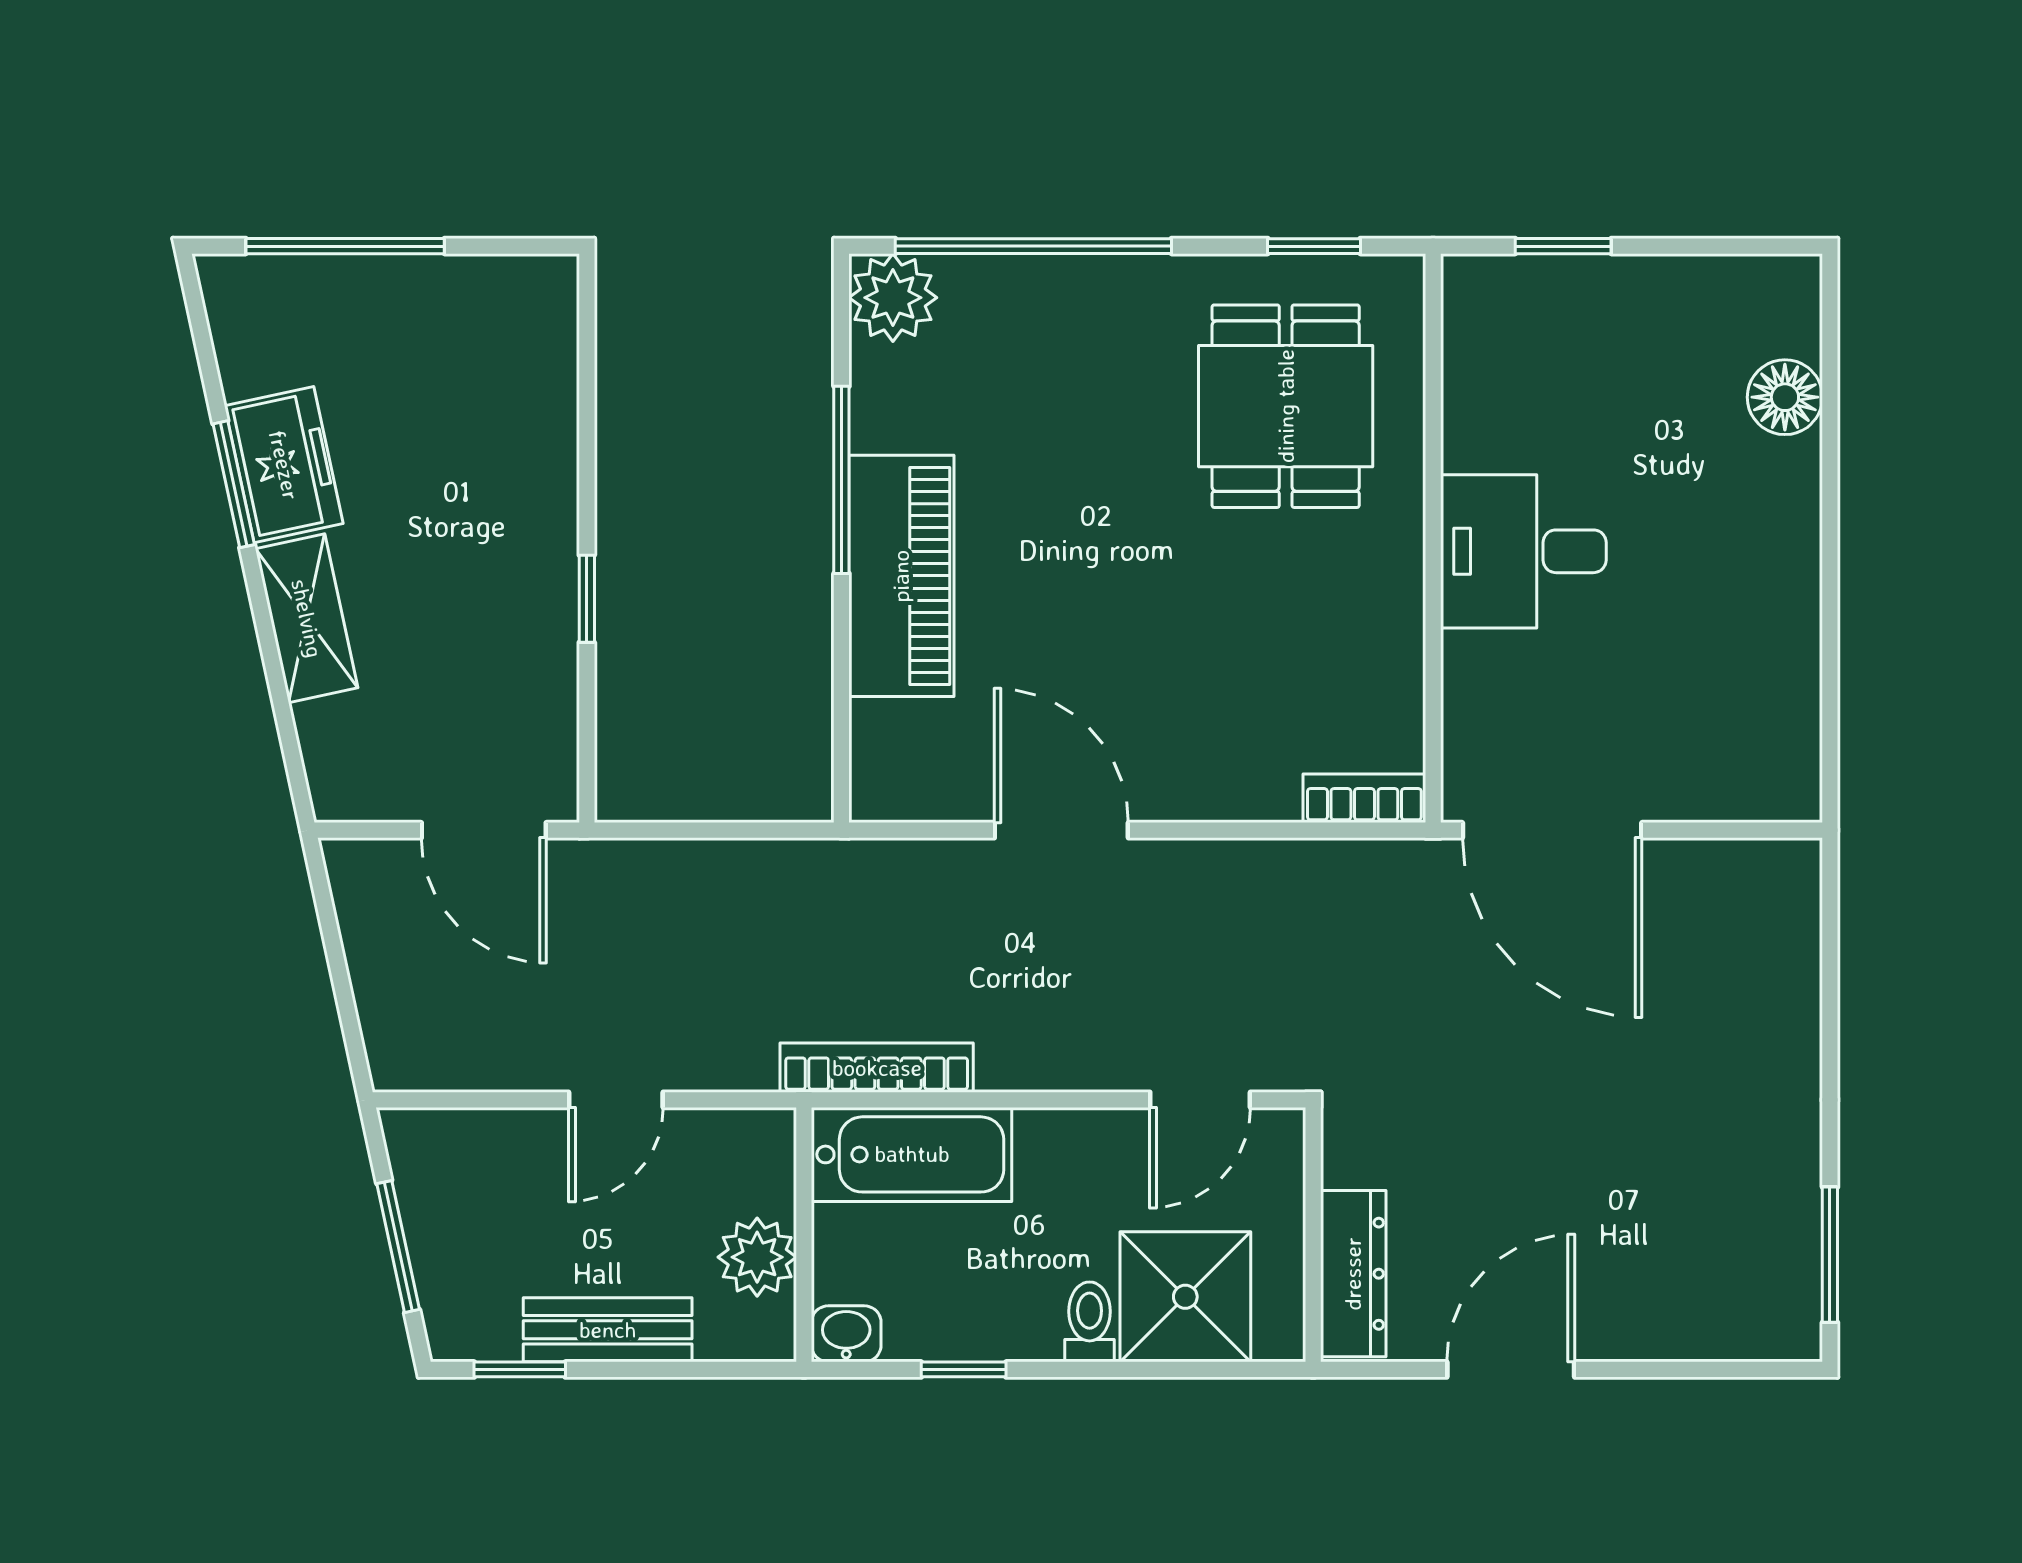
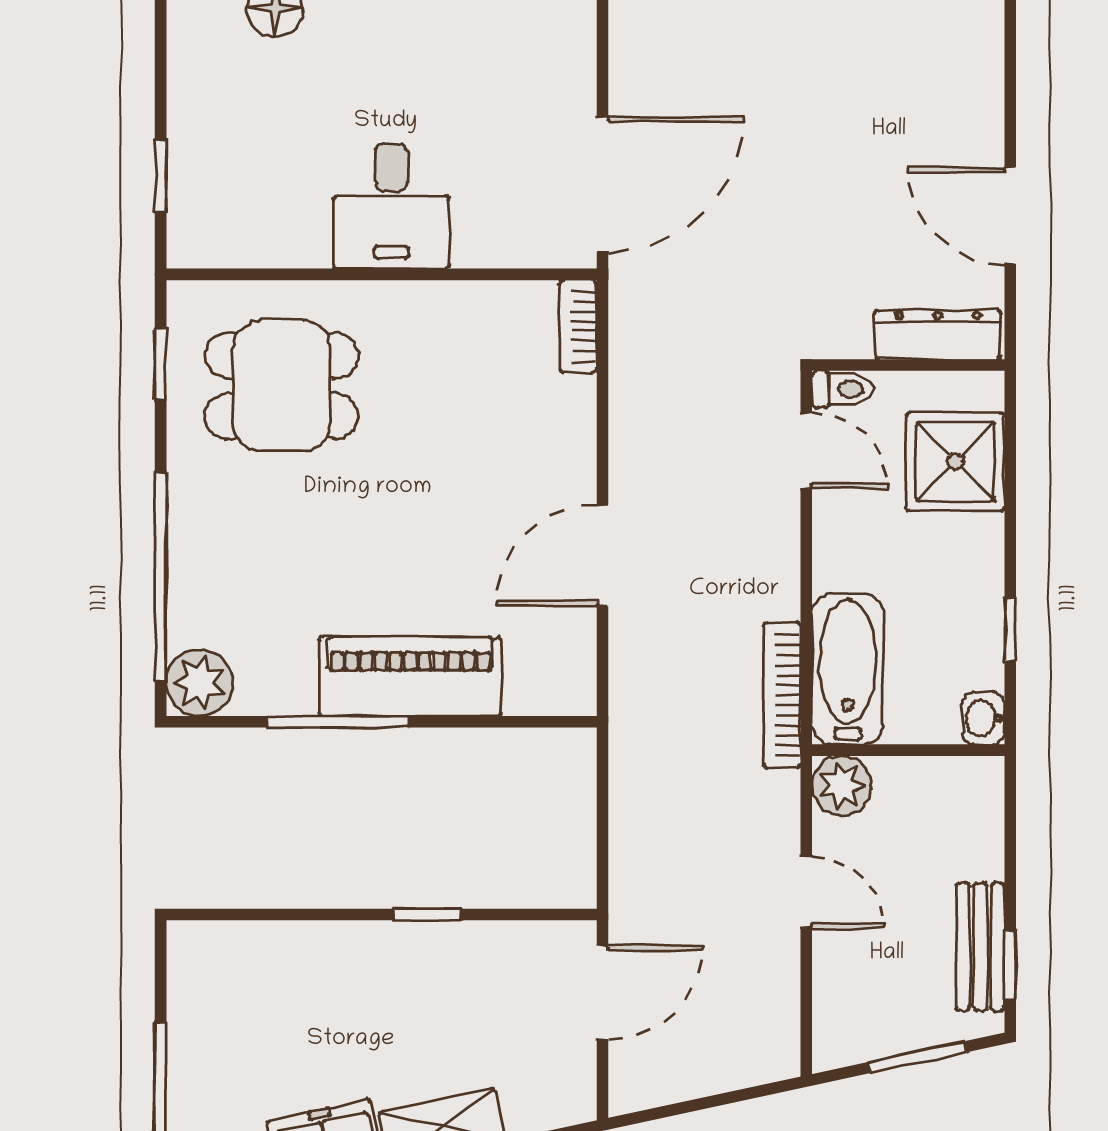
plant: (757, 1257) -> (842, 786), moved
toilet: (1090, 1322) -> (842, 389), moved, turned 180
bench: (608, 1330) -> (980, 947), moved

